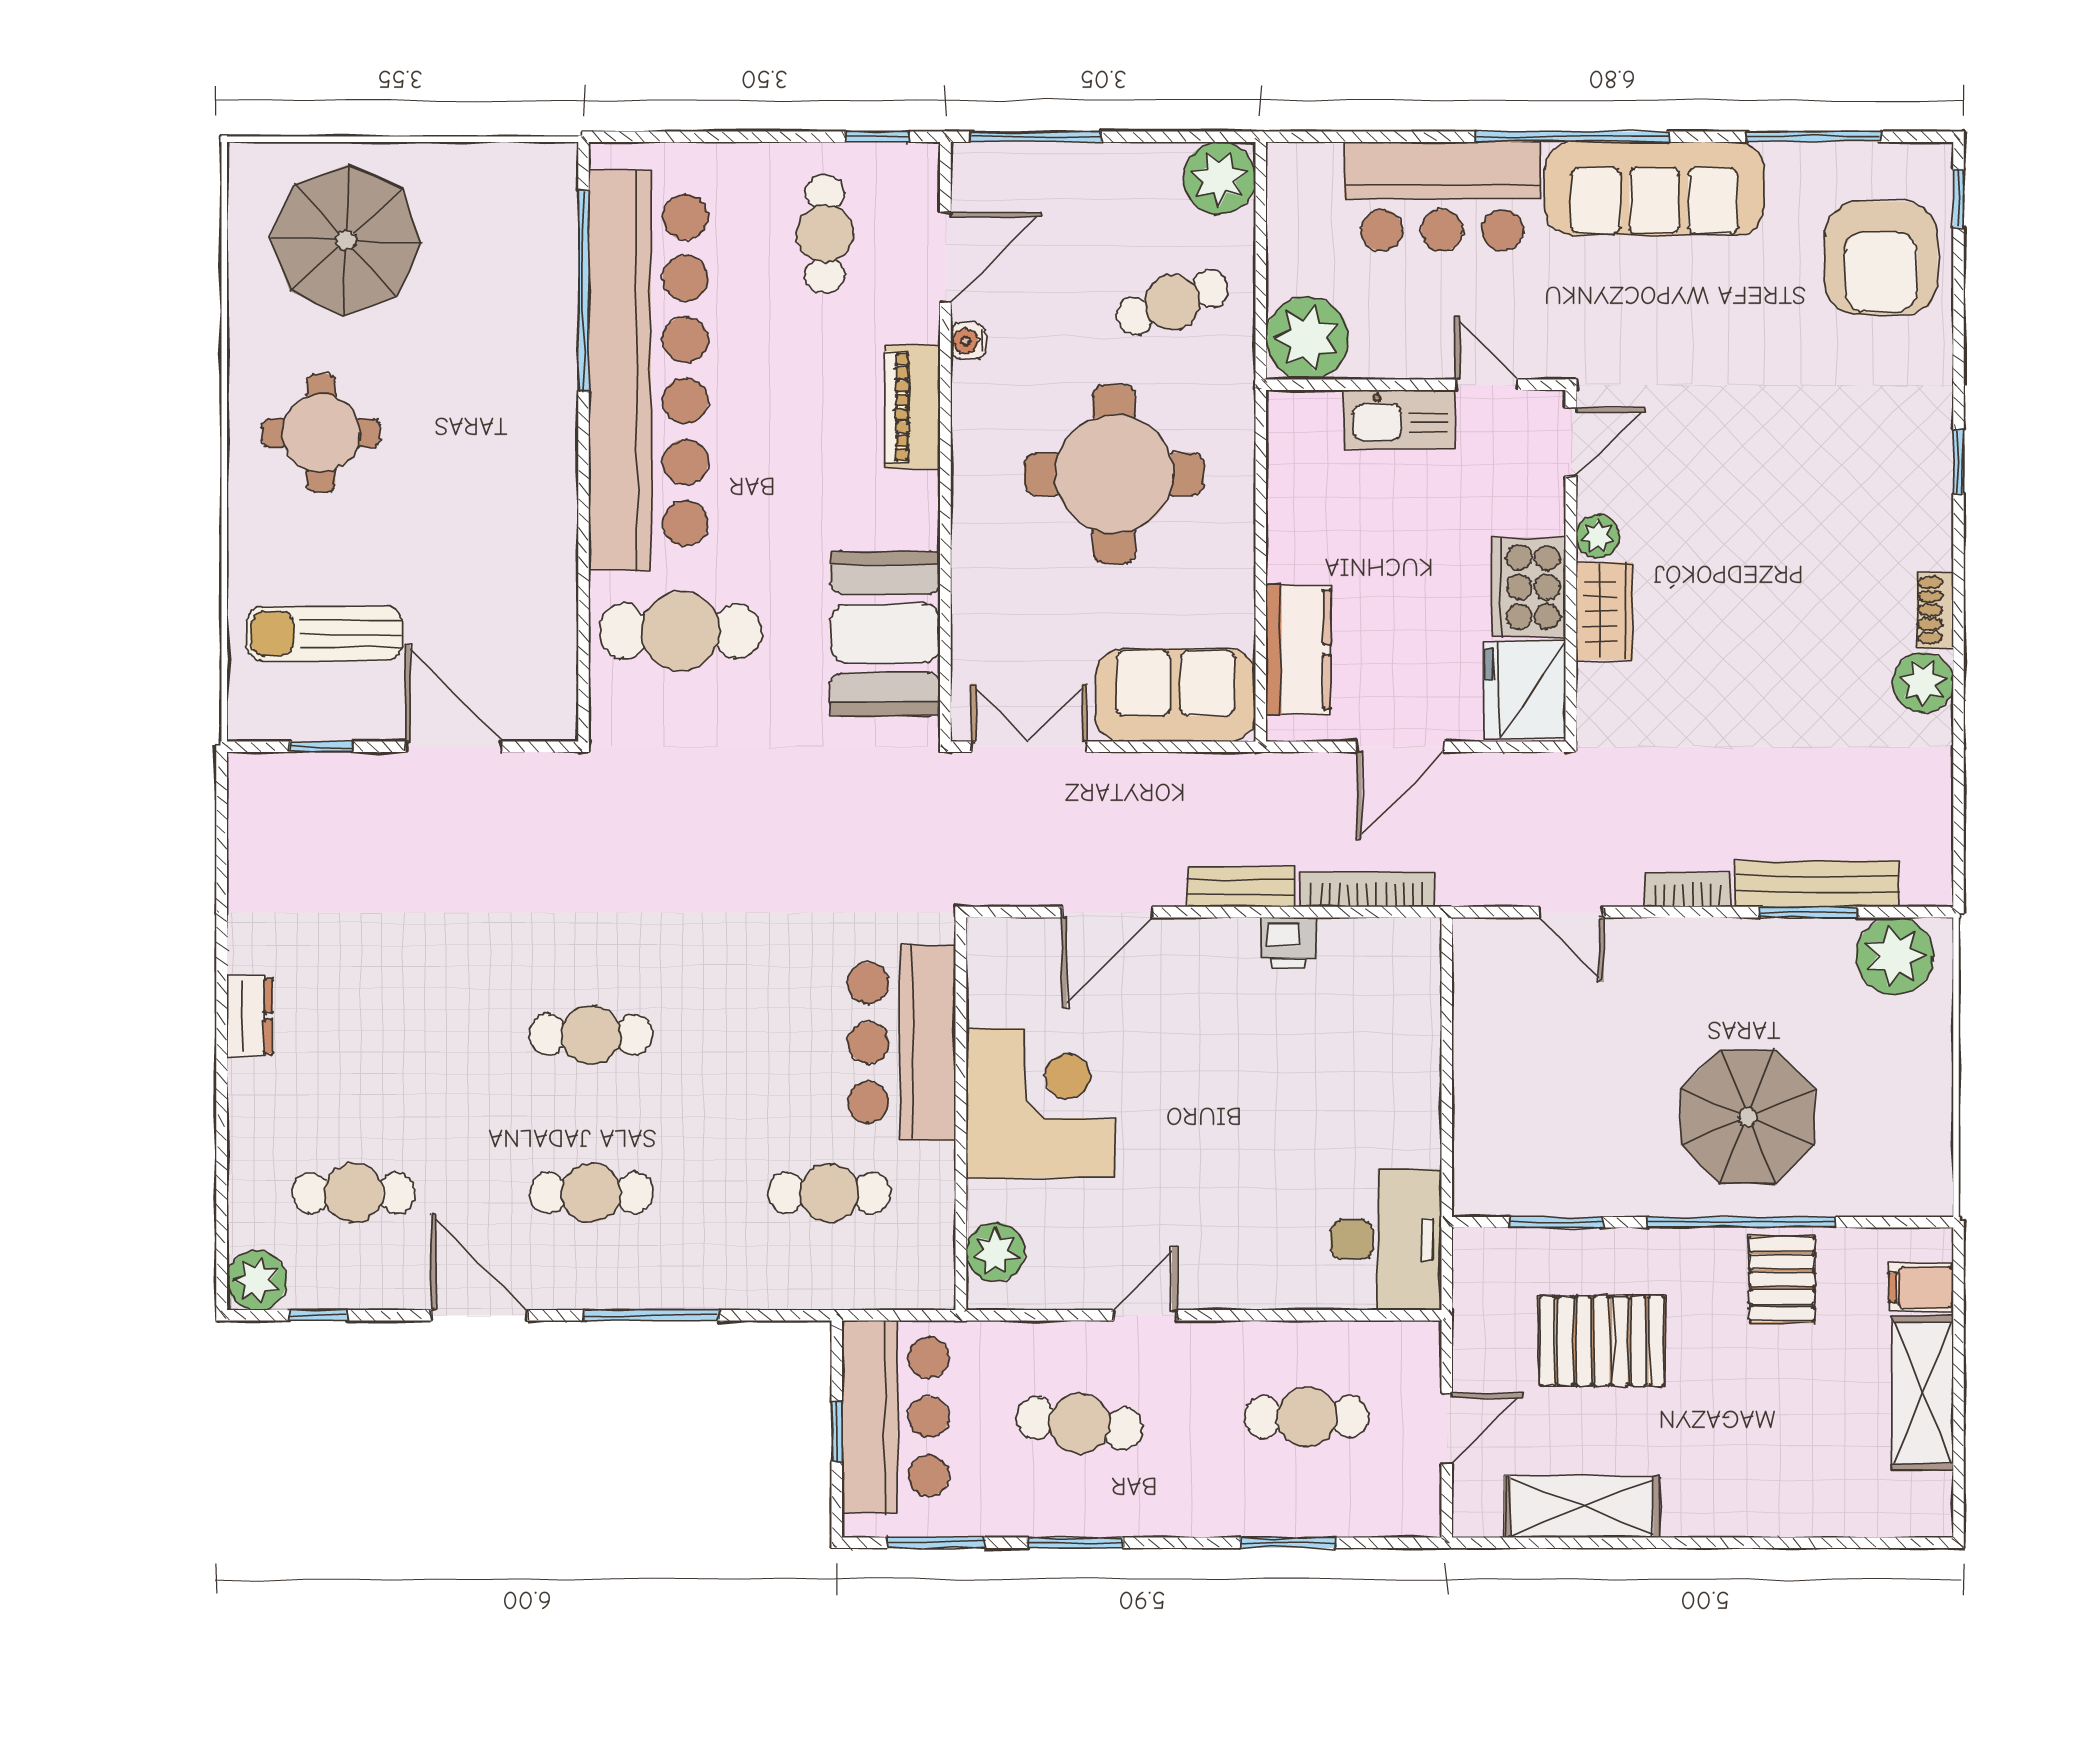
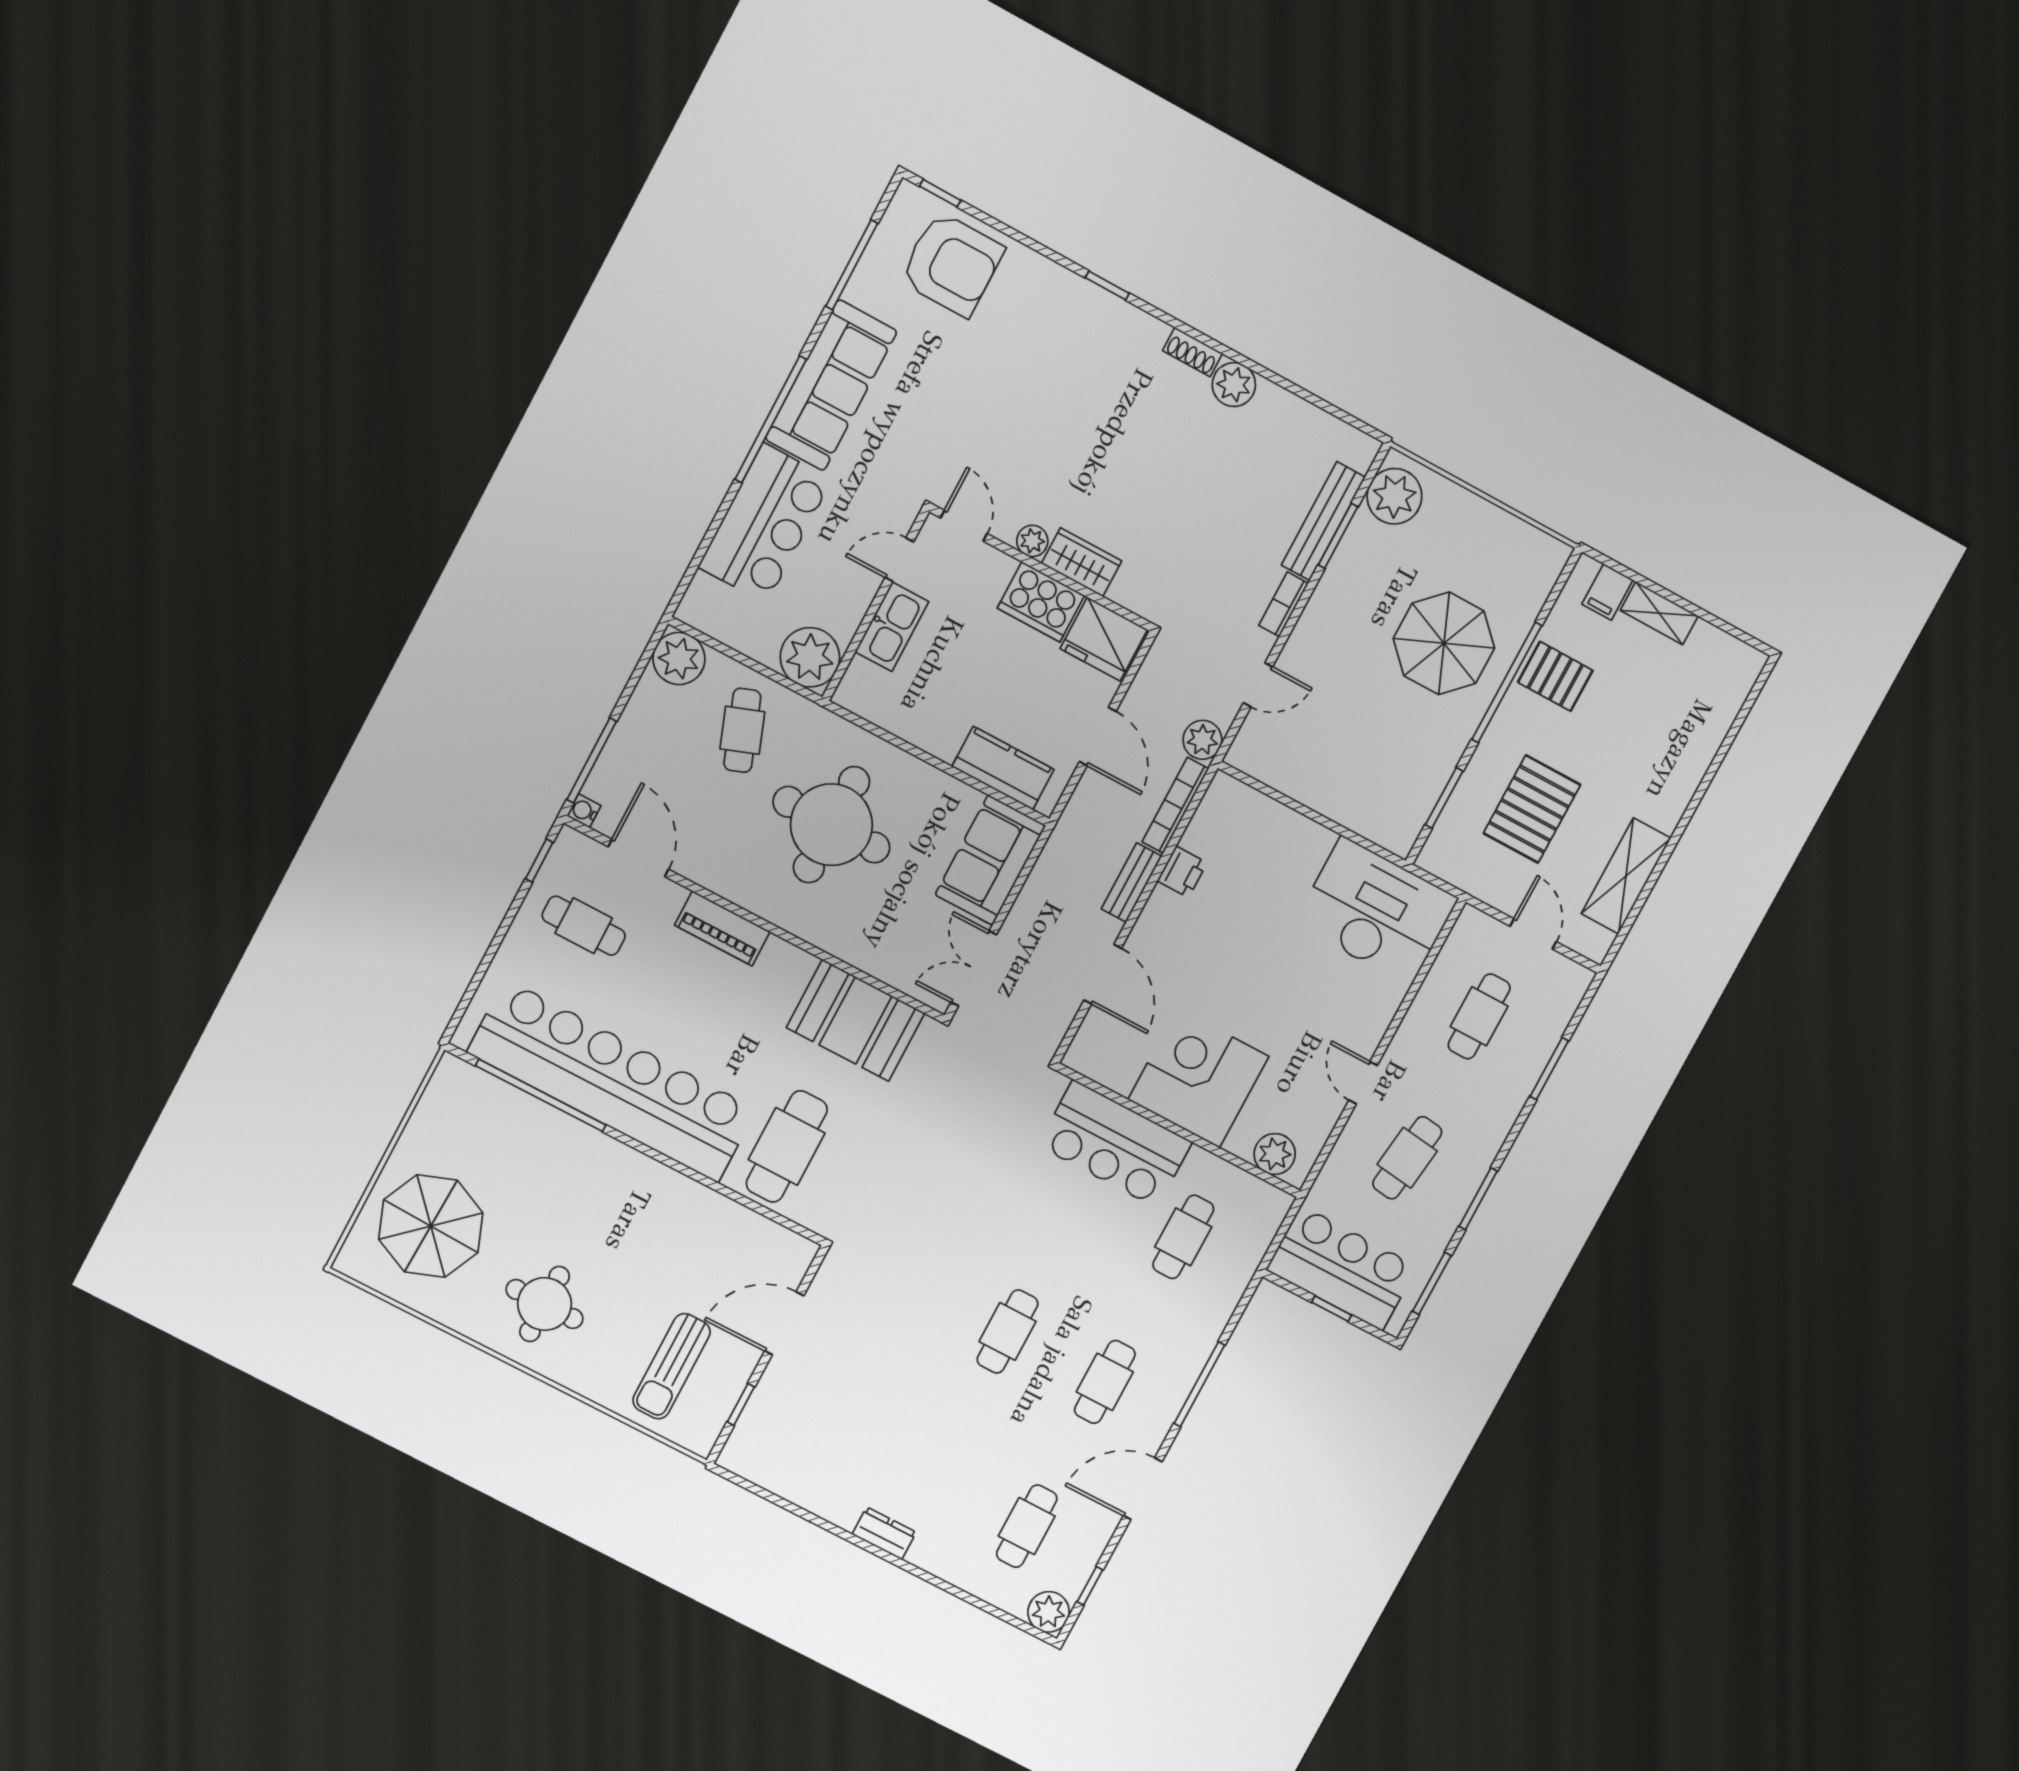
water cooler: (968, 341) -> (584, 811), moved, turned 90
plant: (1466, 880) -> (1202, 740), added
desk: (1386, 1240) -> (1376, 911), width x1.36, depth x1.30
shelving: (1923, 1393) -> (1659, 613), width x0.67, depth x0.75

